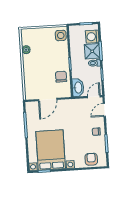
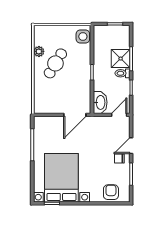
washing machine: (92, 37) -> (122, 40), removed
cafe table: (40, 58) -> (55, 63), added
chair: (61, 77) -> (80, 88), removed
door: (48, 100) -> (75, 115), moved
door: (104, 110) -> (131, 146), moved

